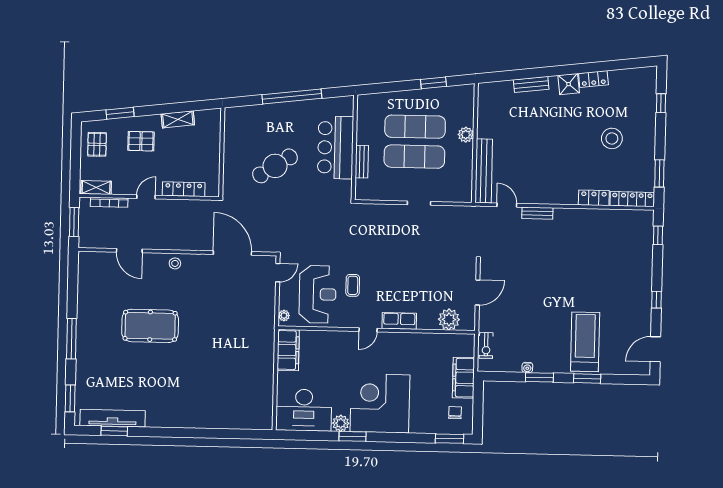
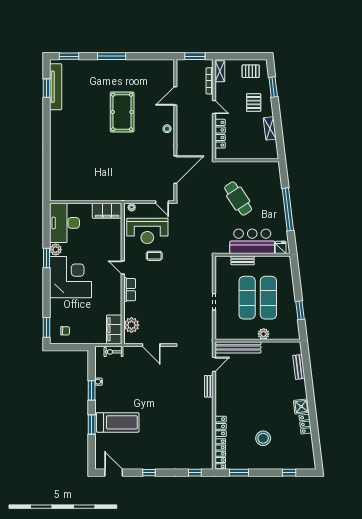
bench: (531, 84) -> (299, 367), moved
fridge: (345, 108) -> (281, 247), added
filing cabinet: (464, 378) -> (114, 329), moved, turned -90

